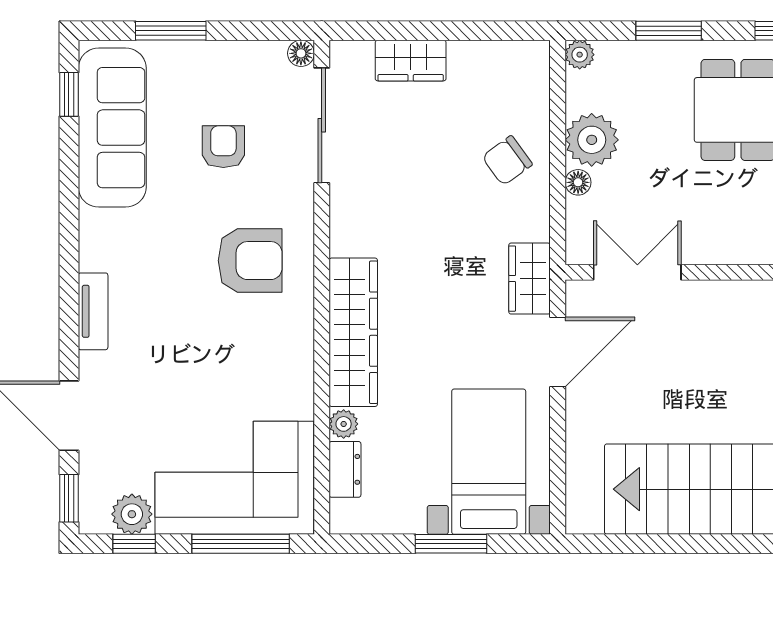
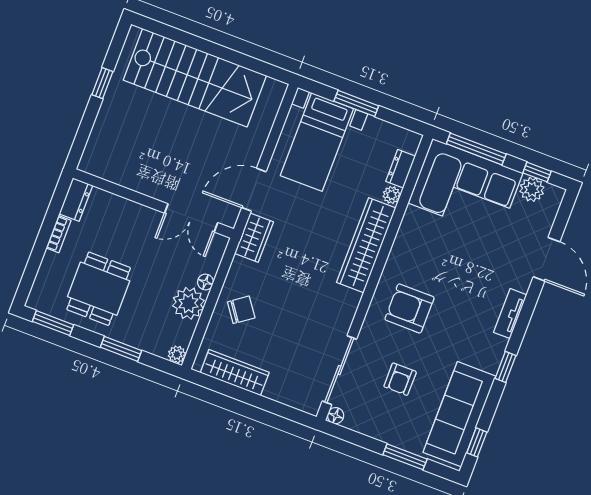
wardrobe: (411, 61) -> (235, 373), moved, width x1.50
window: (69, 498) -> (505, 367), moved

